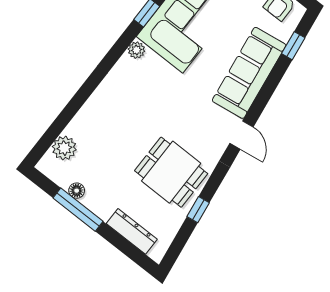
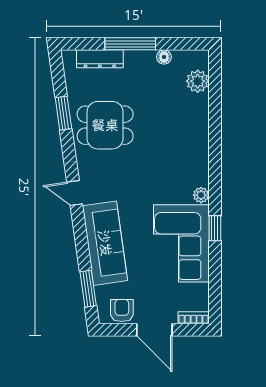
window: (293, 46) -> (88, 289), width x1.50
window: (78, 210) -> (130, 44), moved
window: (198, 210) -> (63, 113), width x1.50

